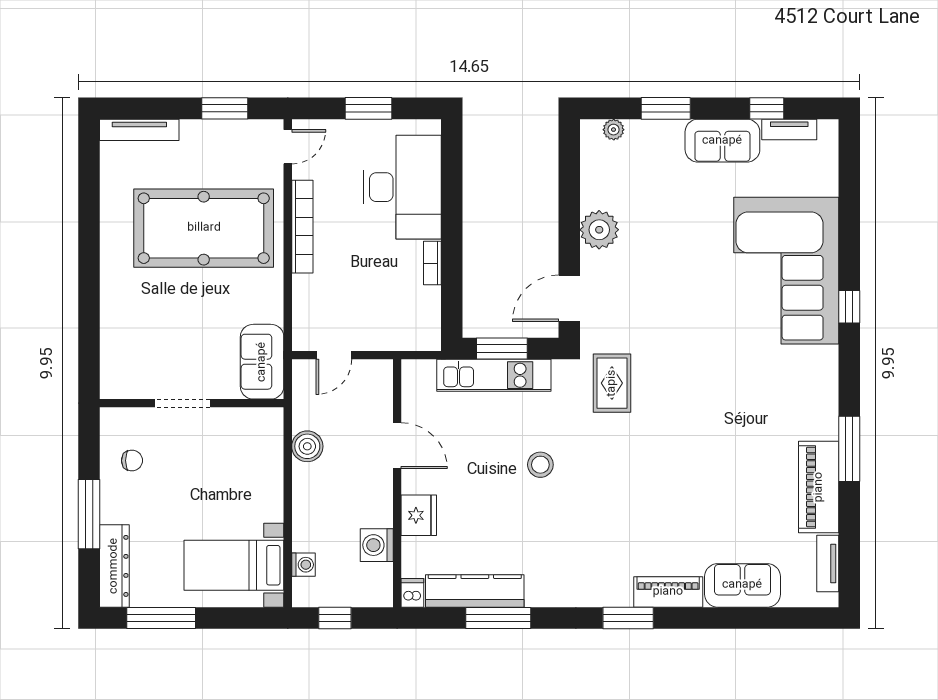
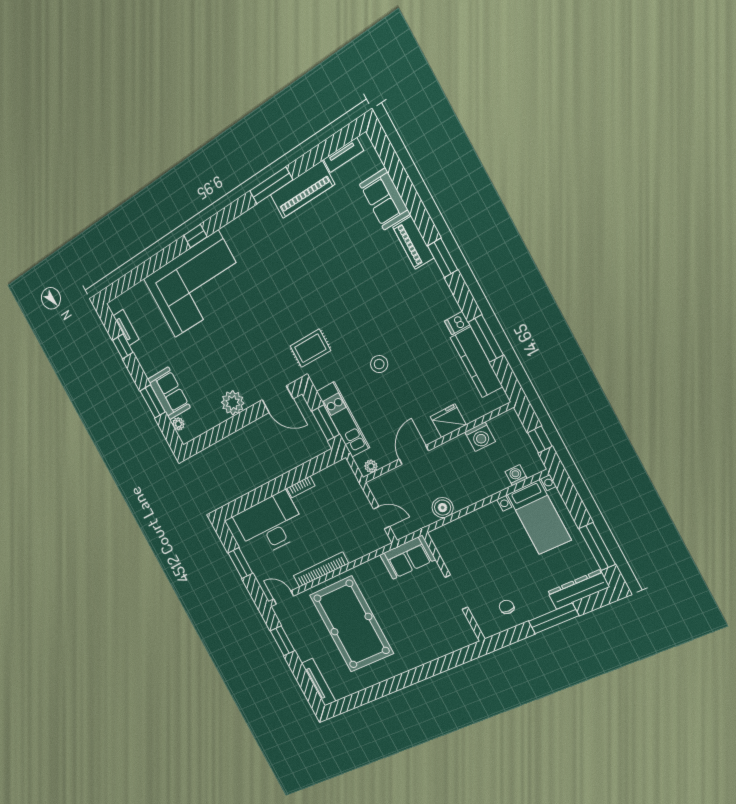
sofa: (722, 141) -> (169, 393), moved
plant: (411, 379) -> (371, 466), added
dishwasher: (412, 593) -> (457, 323), moved

